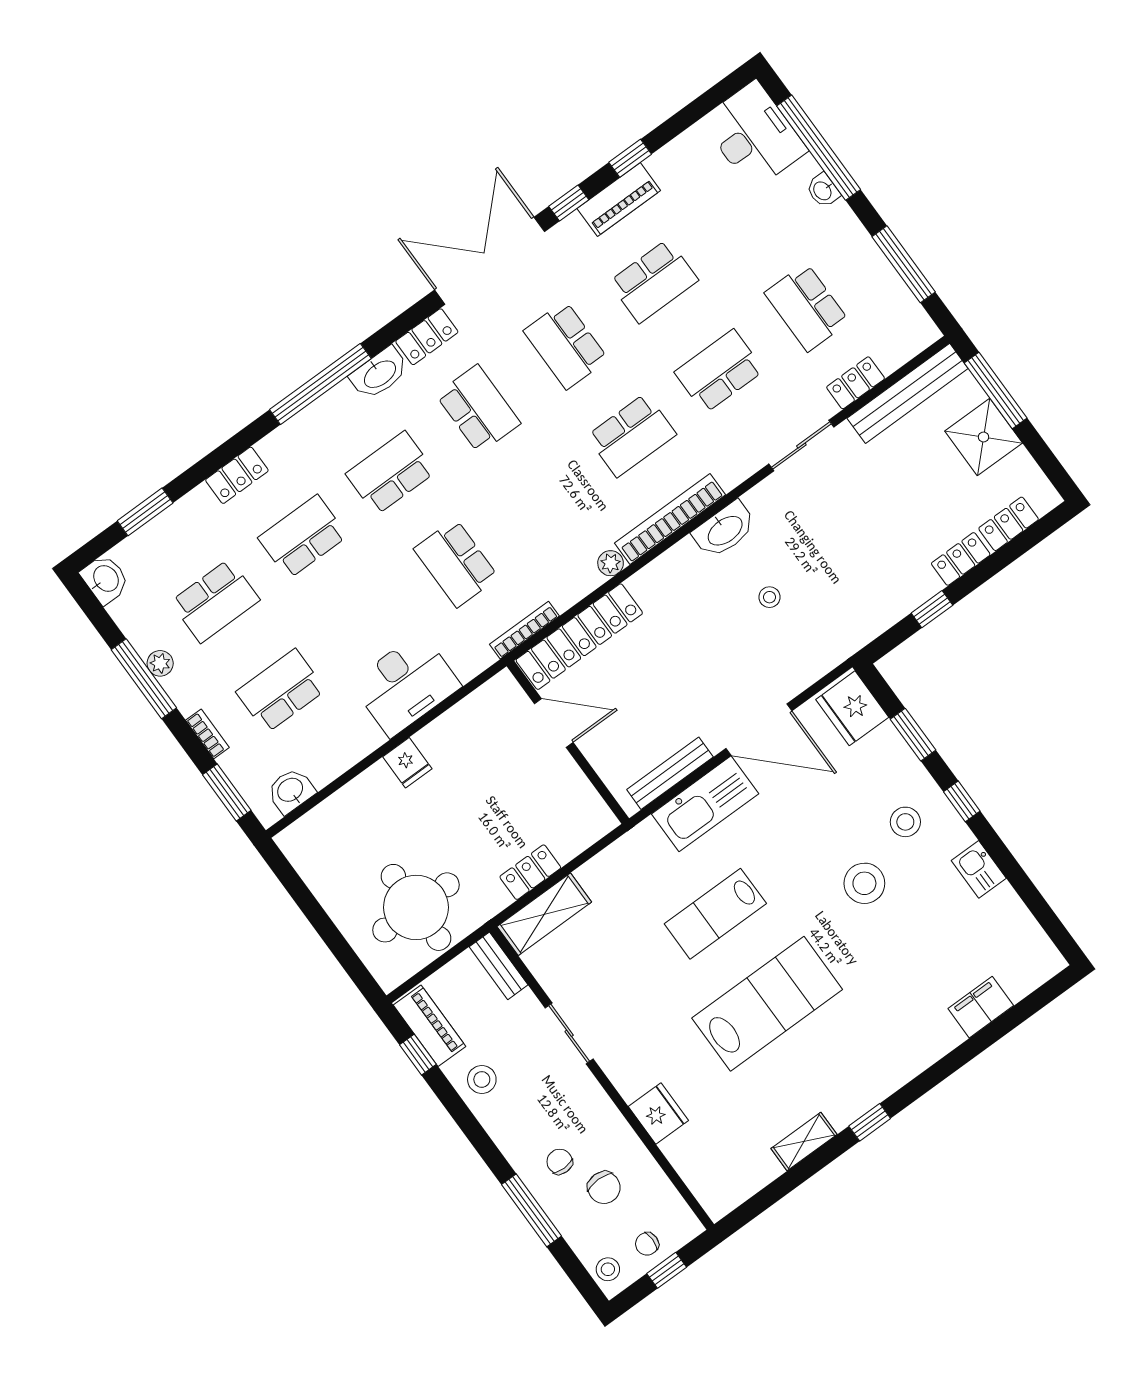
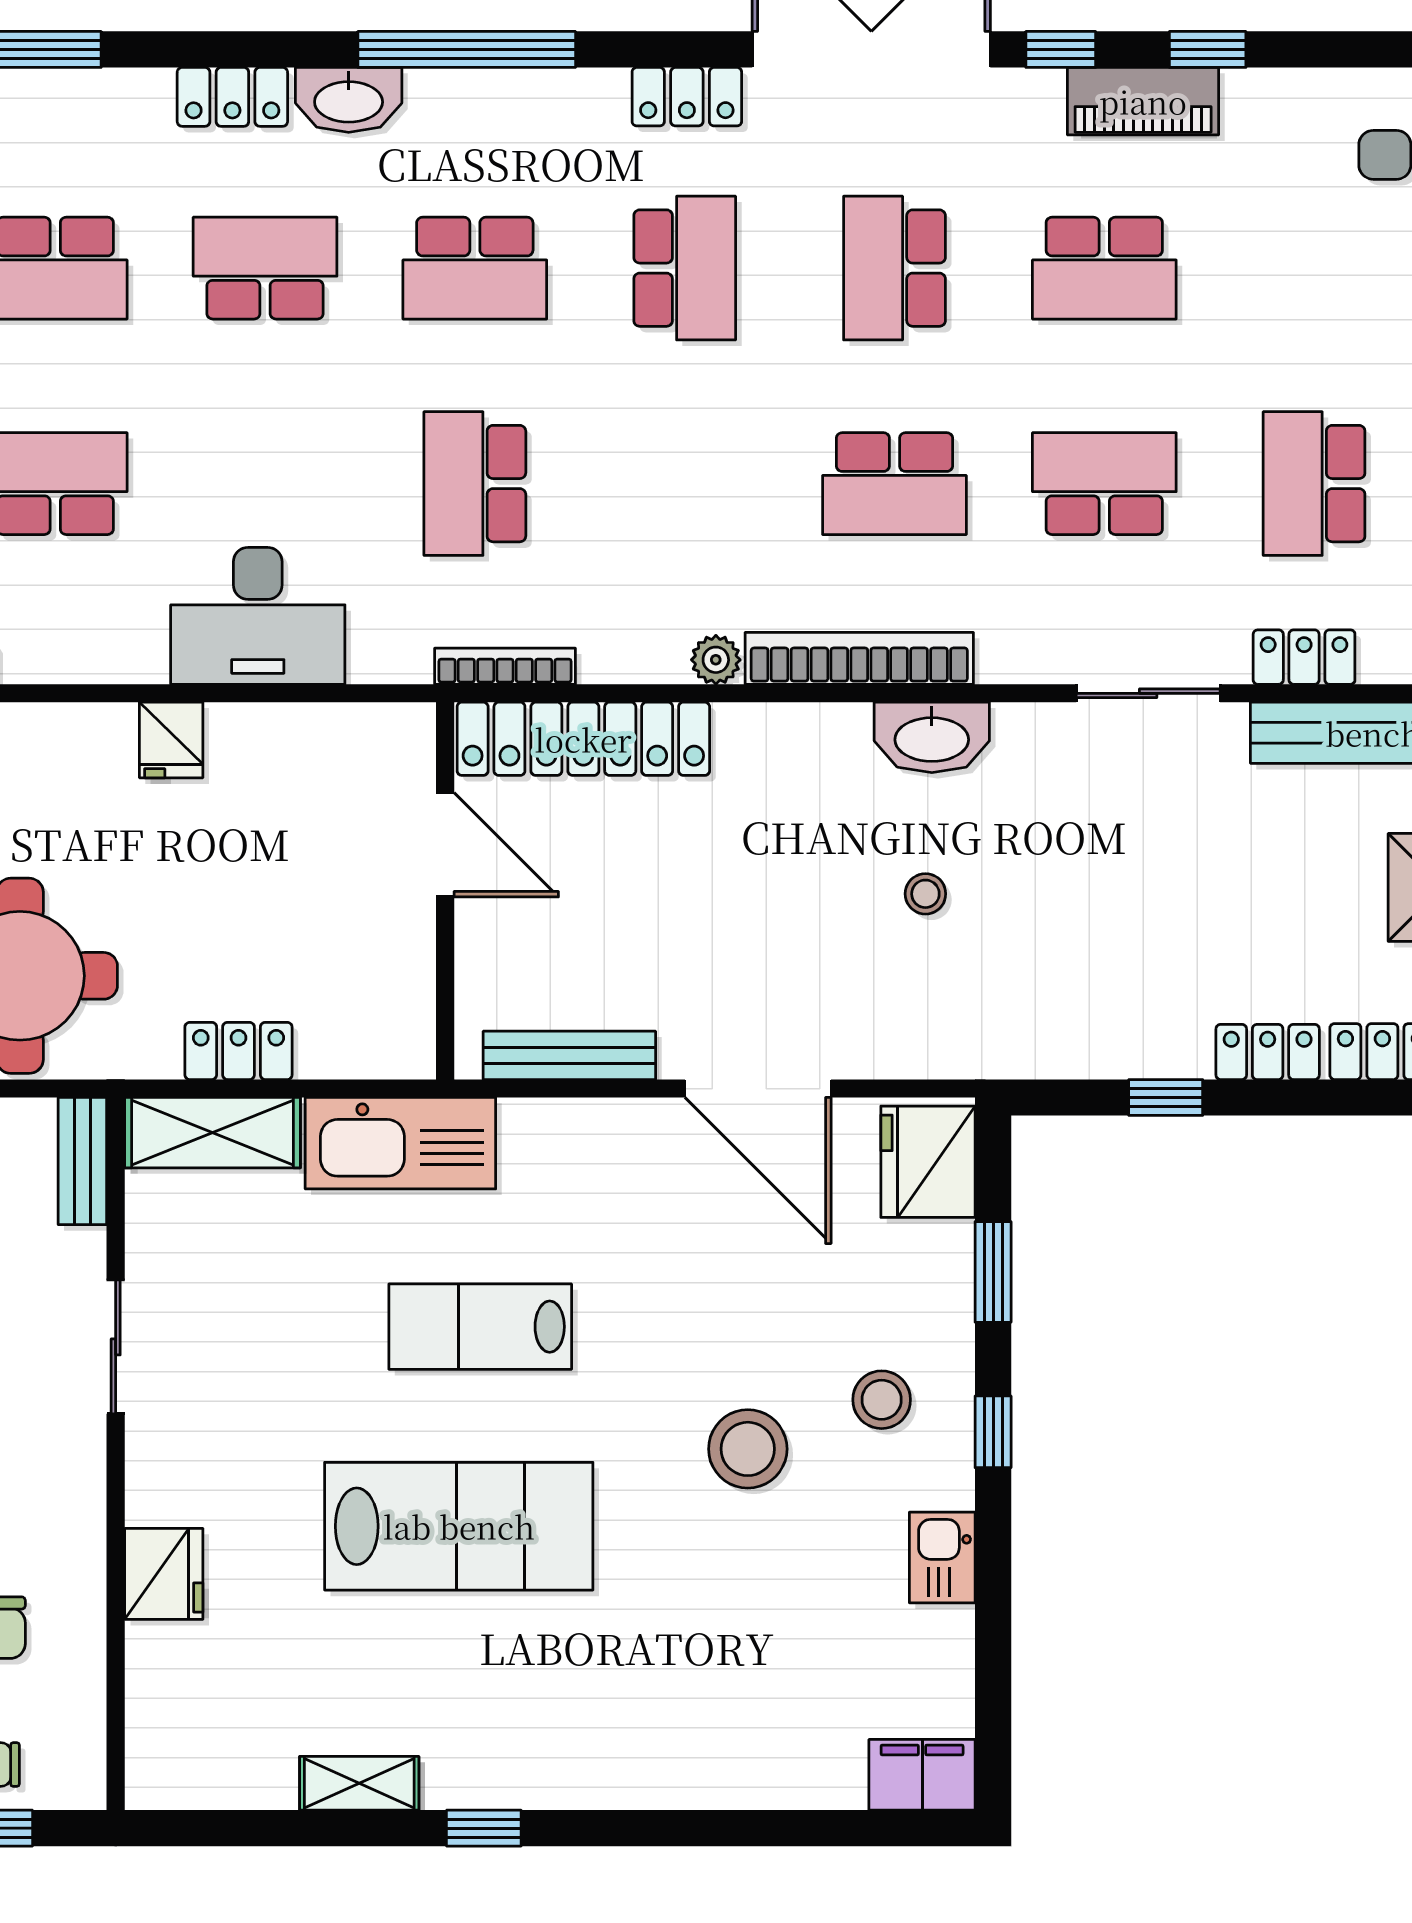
washbasin: (379, 373) -> (349, 100), moved
school desk: (390, 473) -> (475, 268), turned 180
kitchen sink: (705, 804) -> (400, 1143), moved
filing cabinet: (981, 1007) -> (922, 1775), moved

